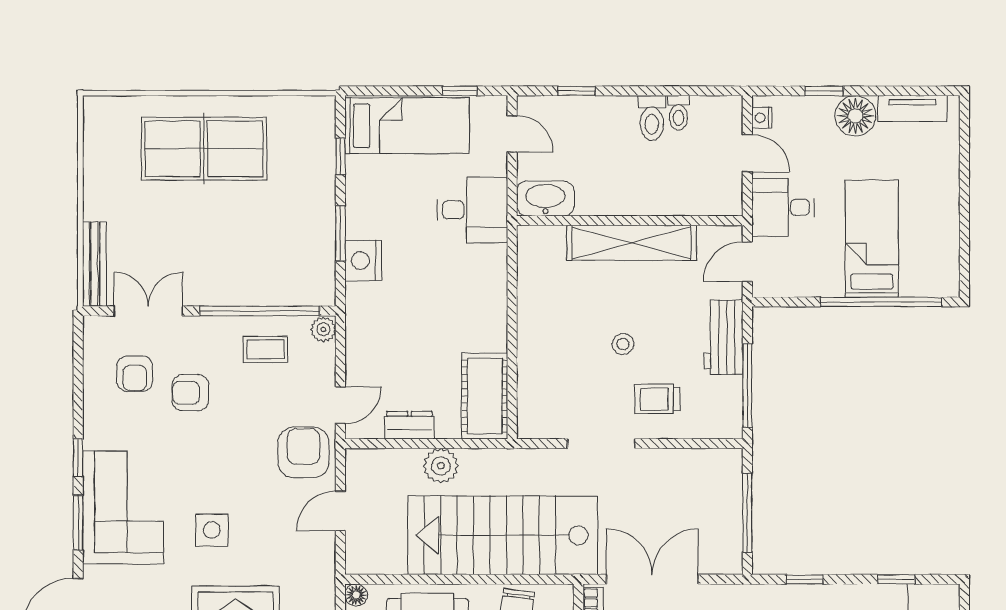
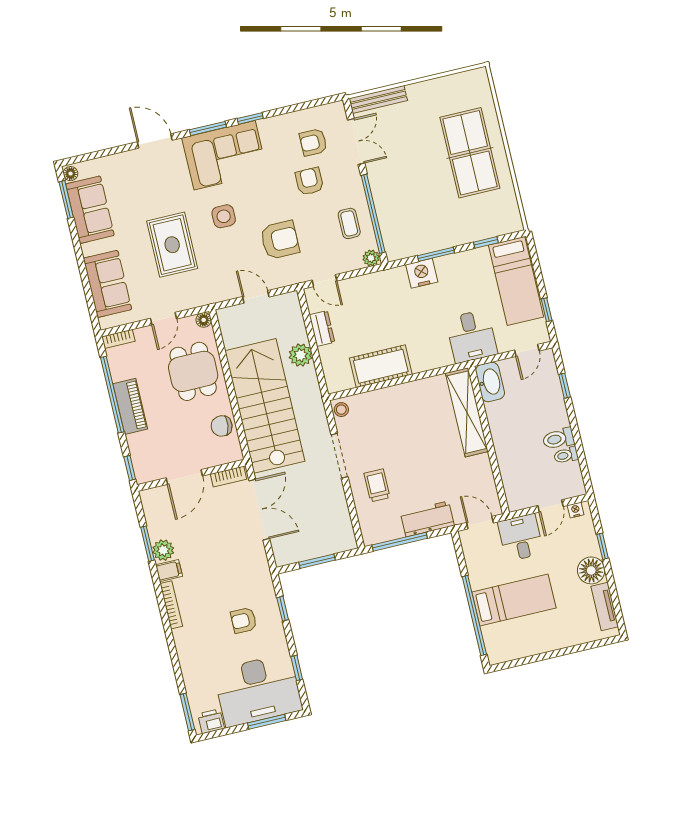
shelving: (632, 243) -> (467, 412), moved
stool: (623, 344) -> (341, 410), moved
cot: (485, 396) -> (381, 366), moved
armchair: (304, 452) -> (280, 240), moved
window: (747, 513) -> (317, 561), width x0.69

